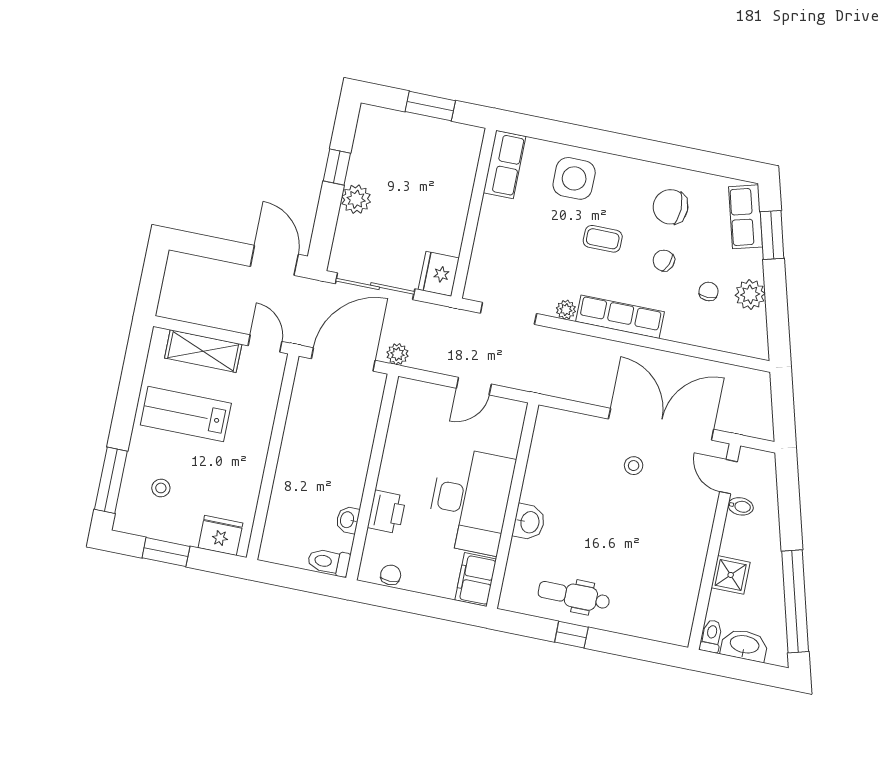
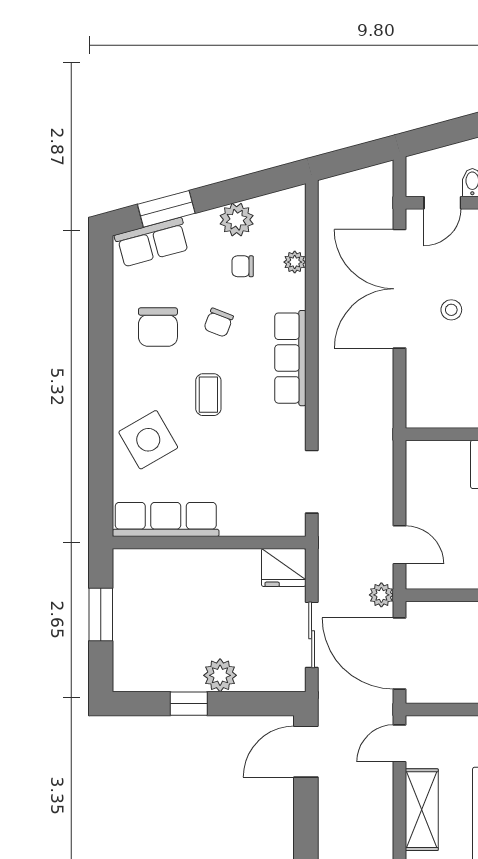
row of seats: (505, 164) -> (166, 519), width x1.48
side table: (574, 178) -> (148, 440), turned -30
sliding door: (375, 286) -> (312, 635), width x0.73
plant: (566, 310) -> (295, 262), moved
door: (474, 386) -> (400, 545), moved

